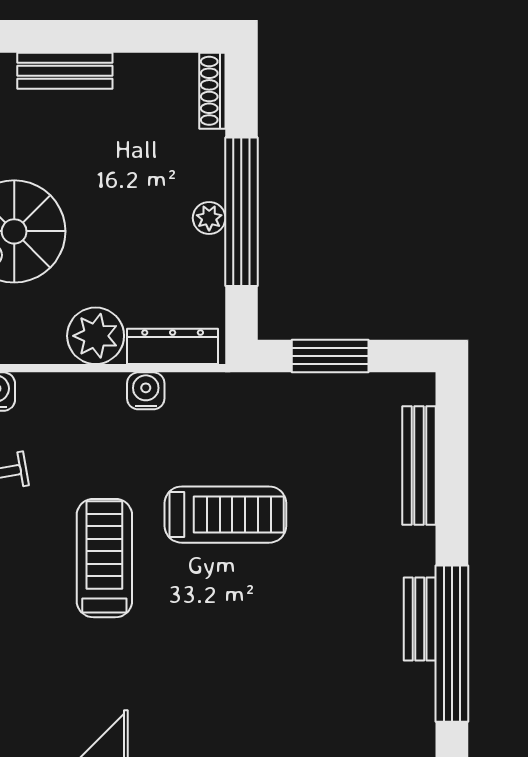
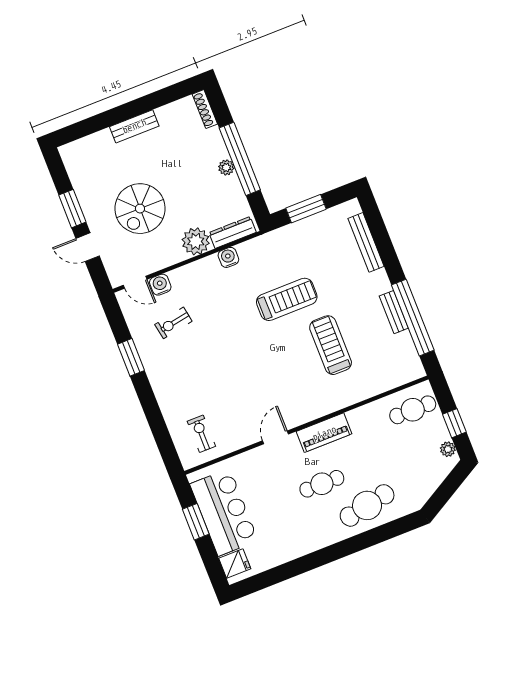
treadmill: (104, 558) -> (331, 345), moved

